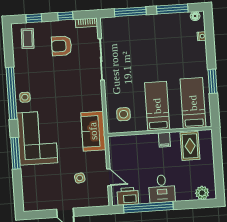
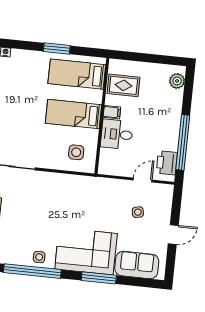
sofa: (93, 131) -> (137, 265), moved, turned 180
desk: (162, 189) -> (117, 134), moved, turned 180

